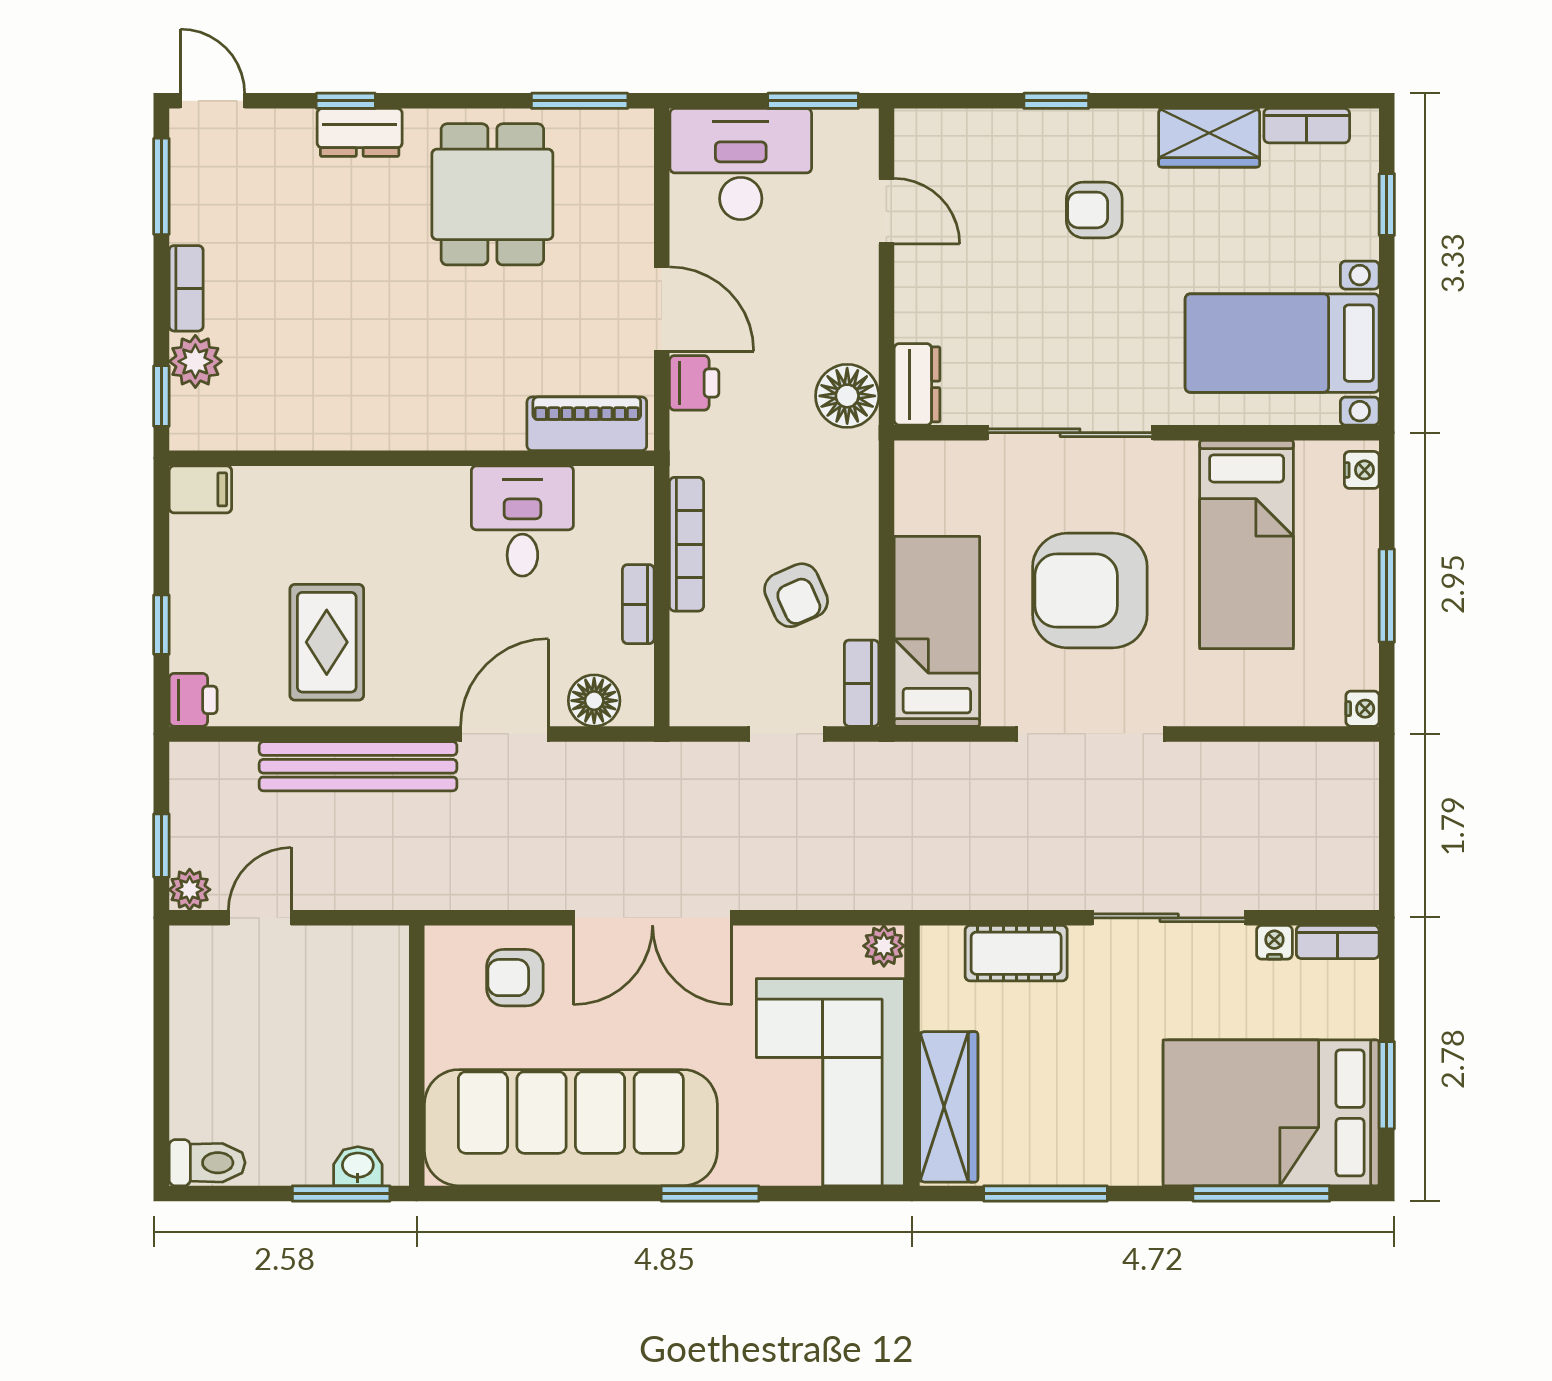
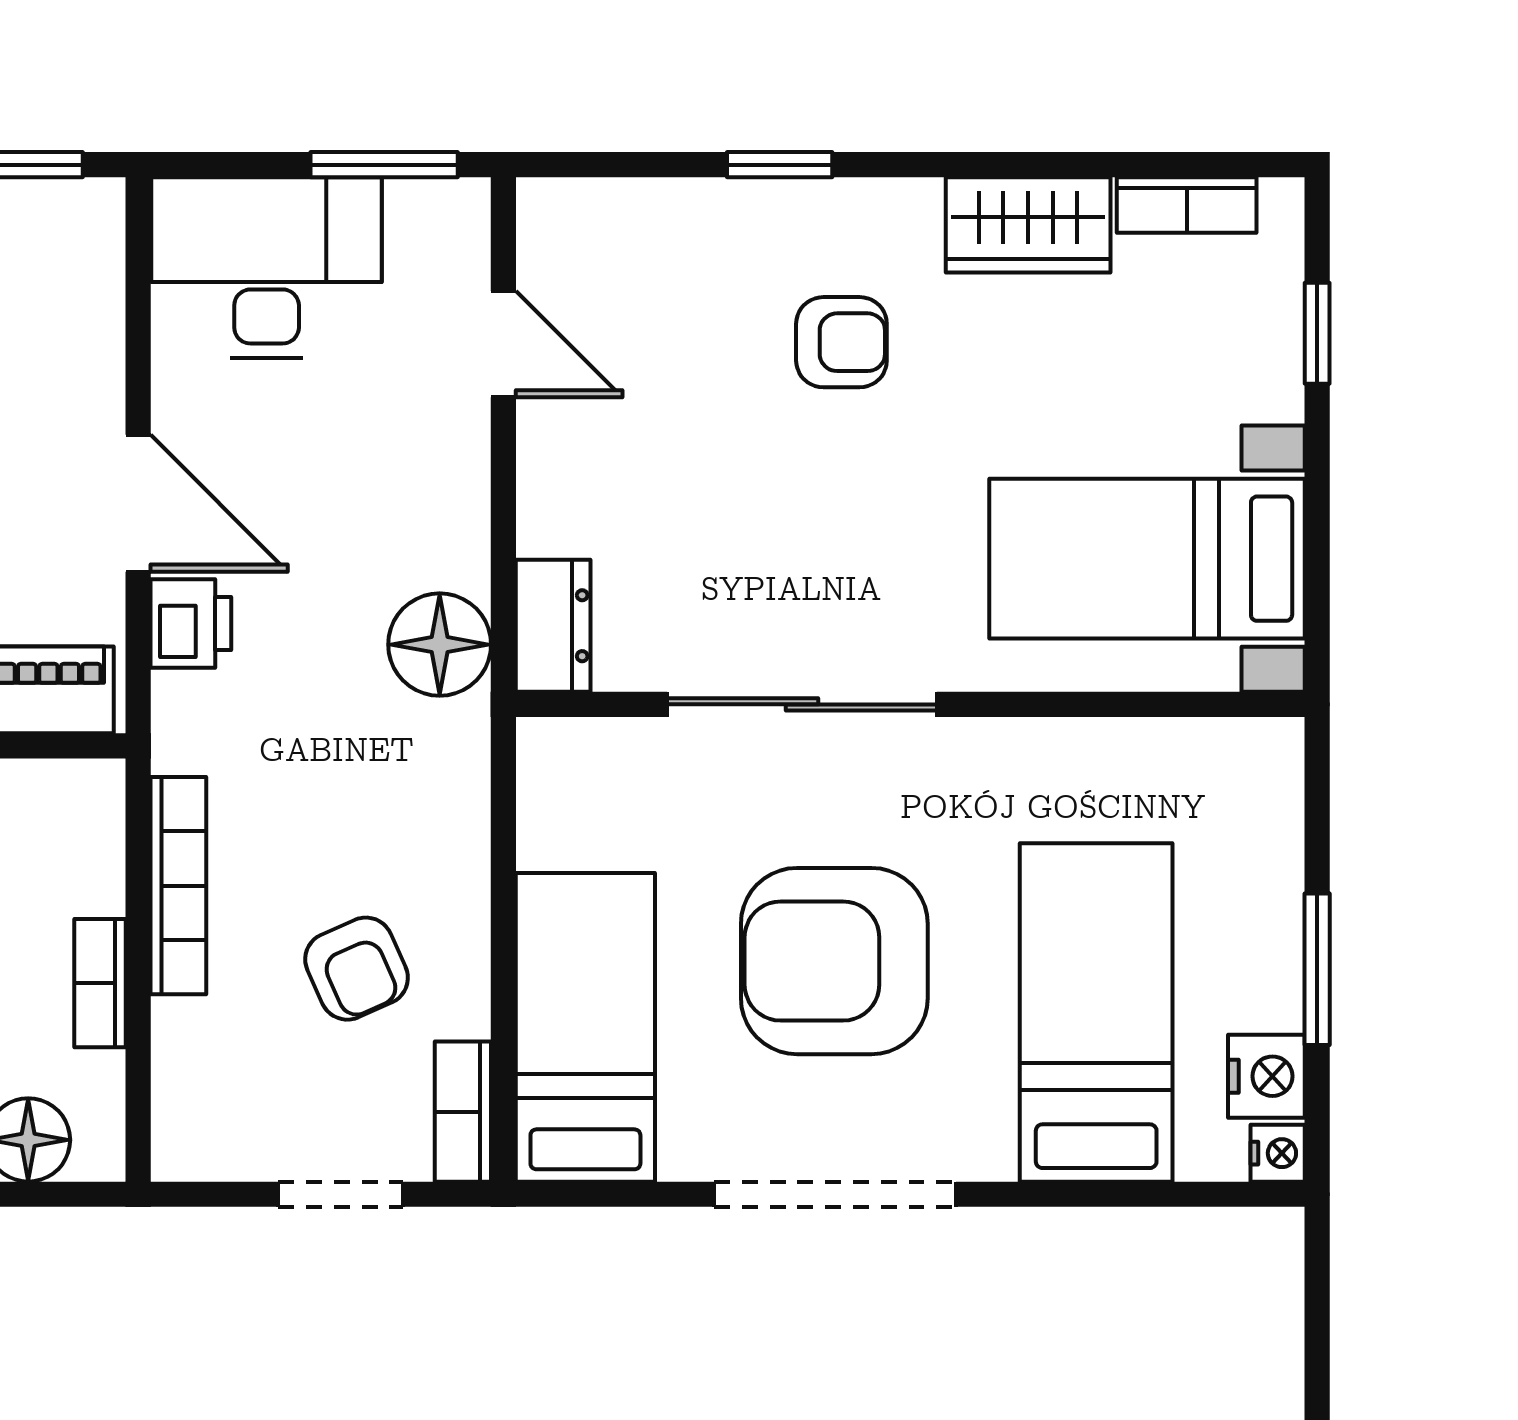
armchair: (1094, 210) -> (841, 342), turned 180
nightstand: (1362, 470) -> (1266, 1076), moved, width x1.39, depth x1.35
bed: (1247, 545) -> (1096, 1012), moved, turned 180

